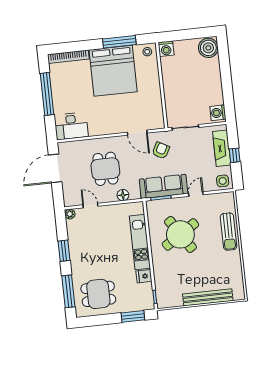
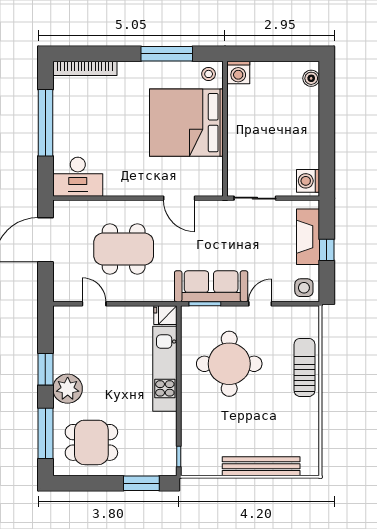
boiler: (208, 48) -> (311, 78), width x0.54, depth x0.54
bed: (113, 71) -> (186, 123), moved, turned 90
armchair: (161, 150) -> (213, 230), removed
dining table: (105, 169) -> (124, 249), width x1.37
floor lamp: (123, 195) -> (146, 293), removed
plant: (70, 214) -> (68, 389), moved, width x1.87, depth x1.87
sun lounger: (229, 232) -> (304, 367), turned 180
round table: (180, 234) -> (229, 364), turned 33
fridge: (144, 276) -> (165, 315), moved

